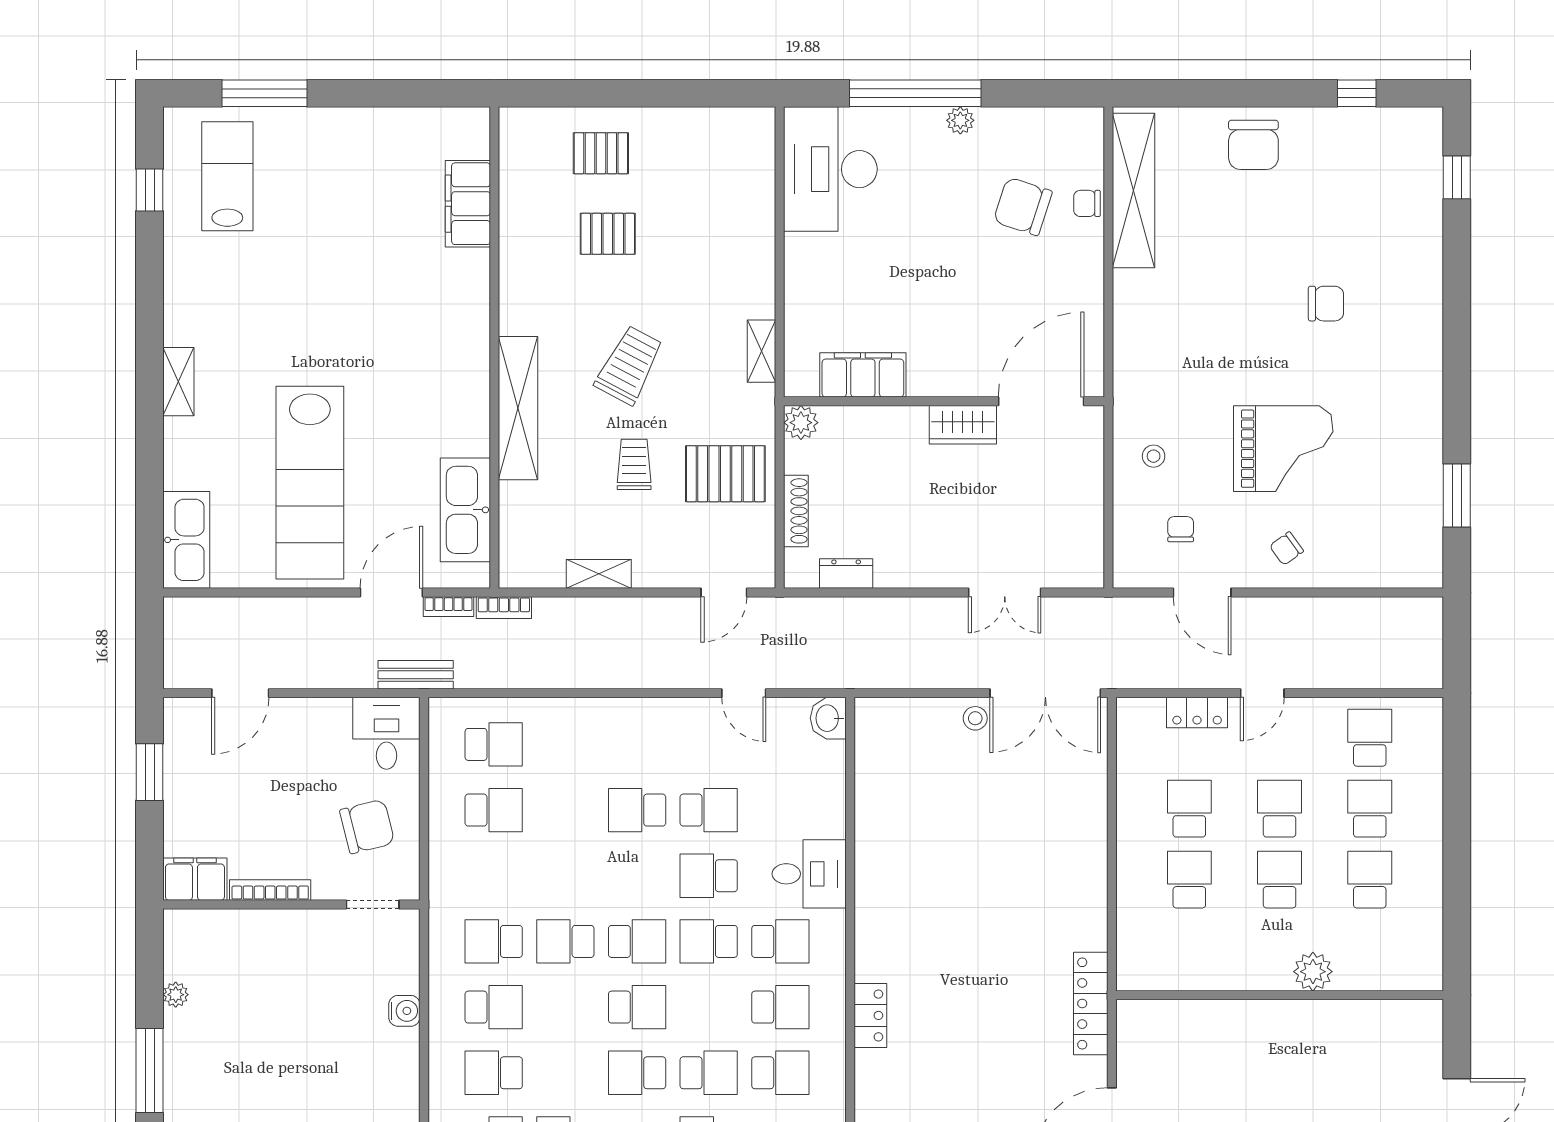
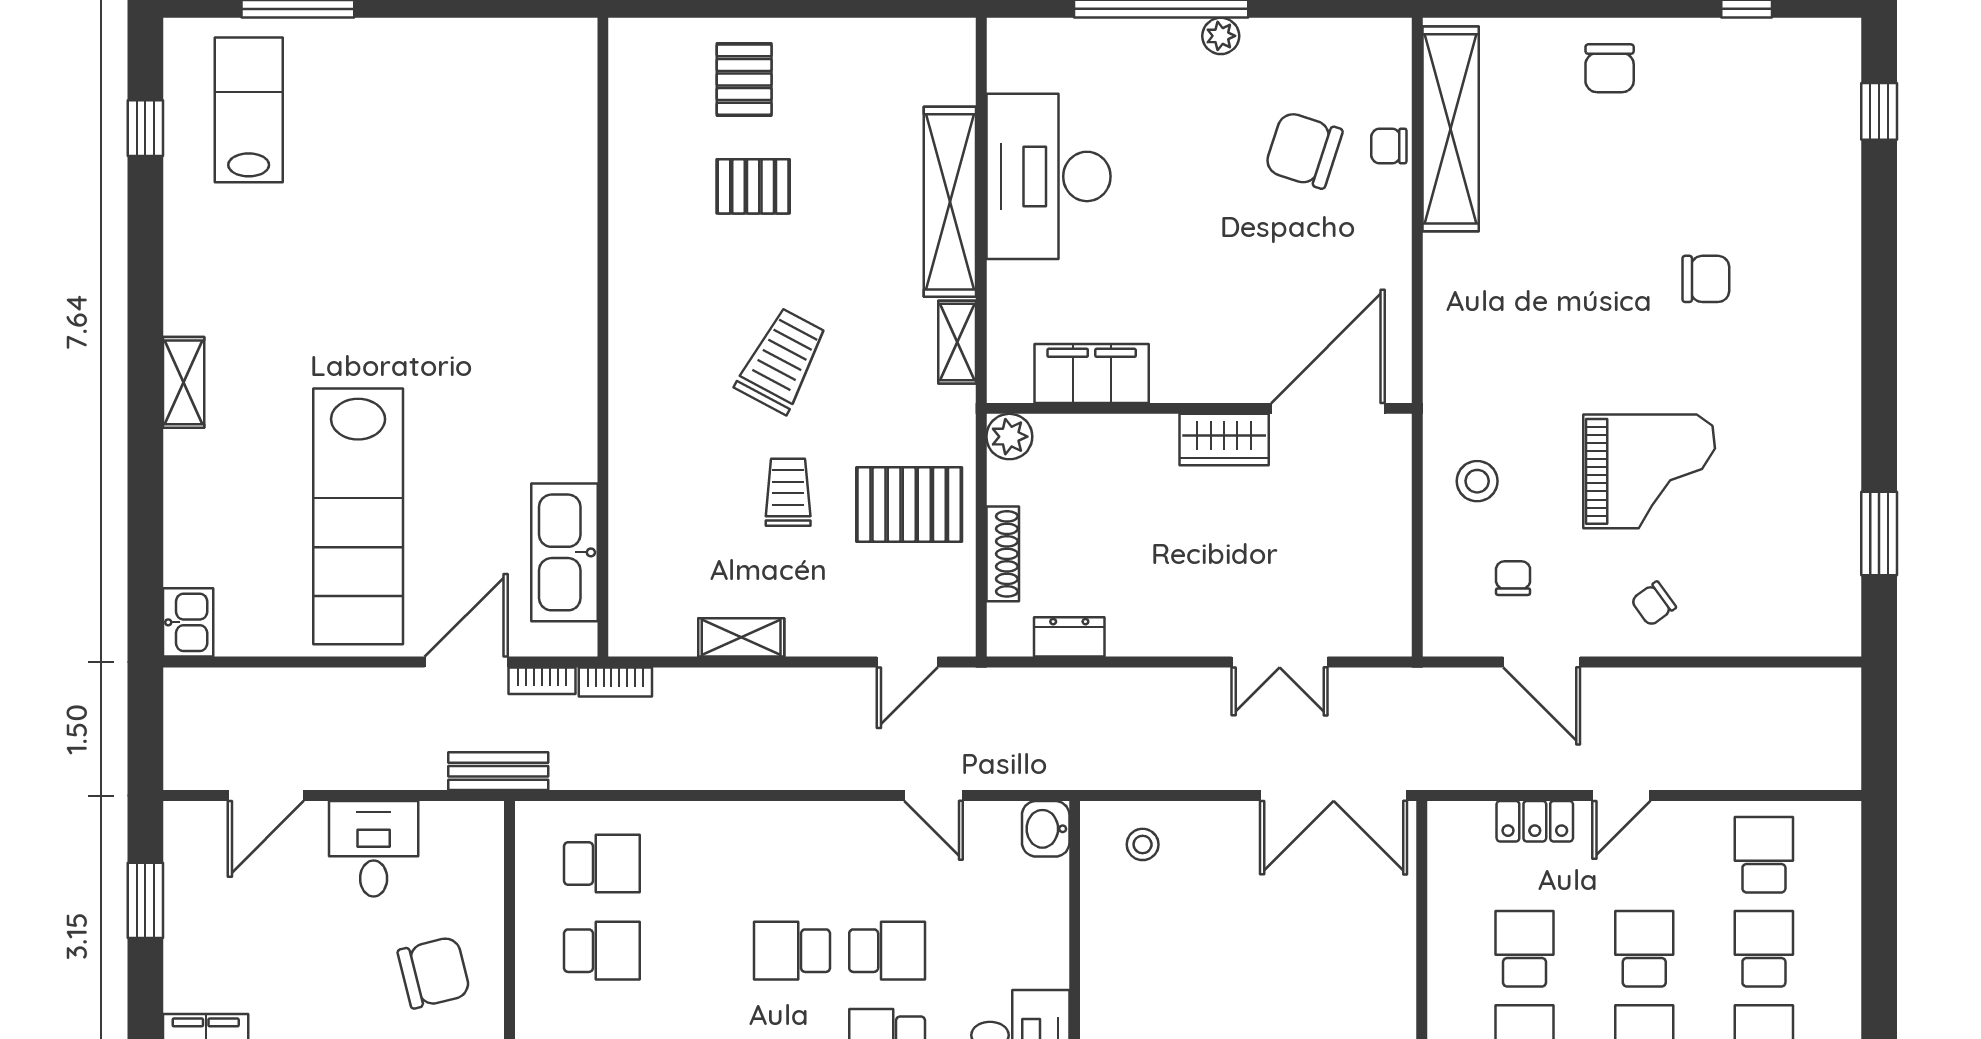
chair: (1253, 145) -> (1610, 68), width x0.73, depth x0.73
pallet: (601, 153) -> (744, 80), turned 90
desk: (830, 169) -> (1048, 176), moved
filing cabinet: (468, 204) -> (568, 146), removed
shelving: (518, 408) -> (950, 202), moved
stool: (1154, 456) -> (1477, 481), width x1.37, depth x1.37
kitchen sink: (186, 540) -> (188, 622), width x0.53, depth x0.81
stool: (975, 718) -> (1143, 844), moved
desk: (386, 733) -> (374, 849), moved

